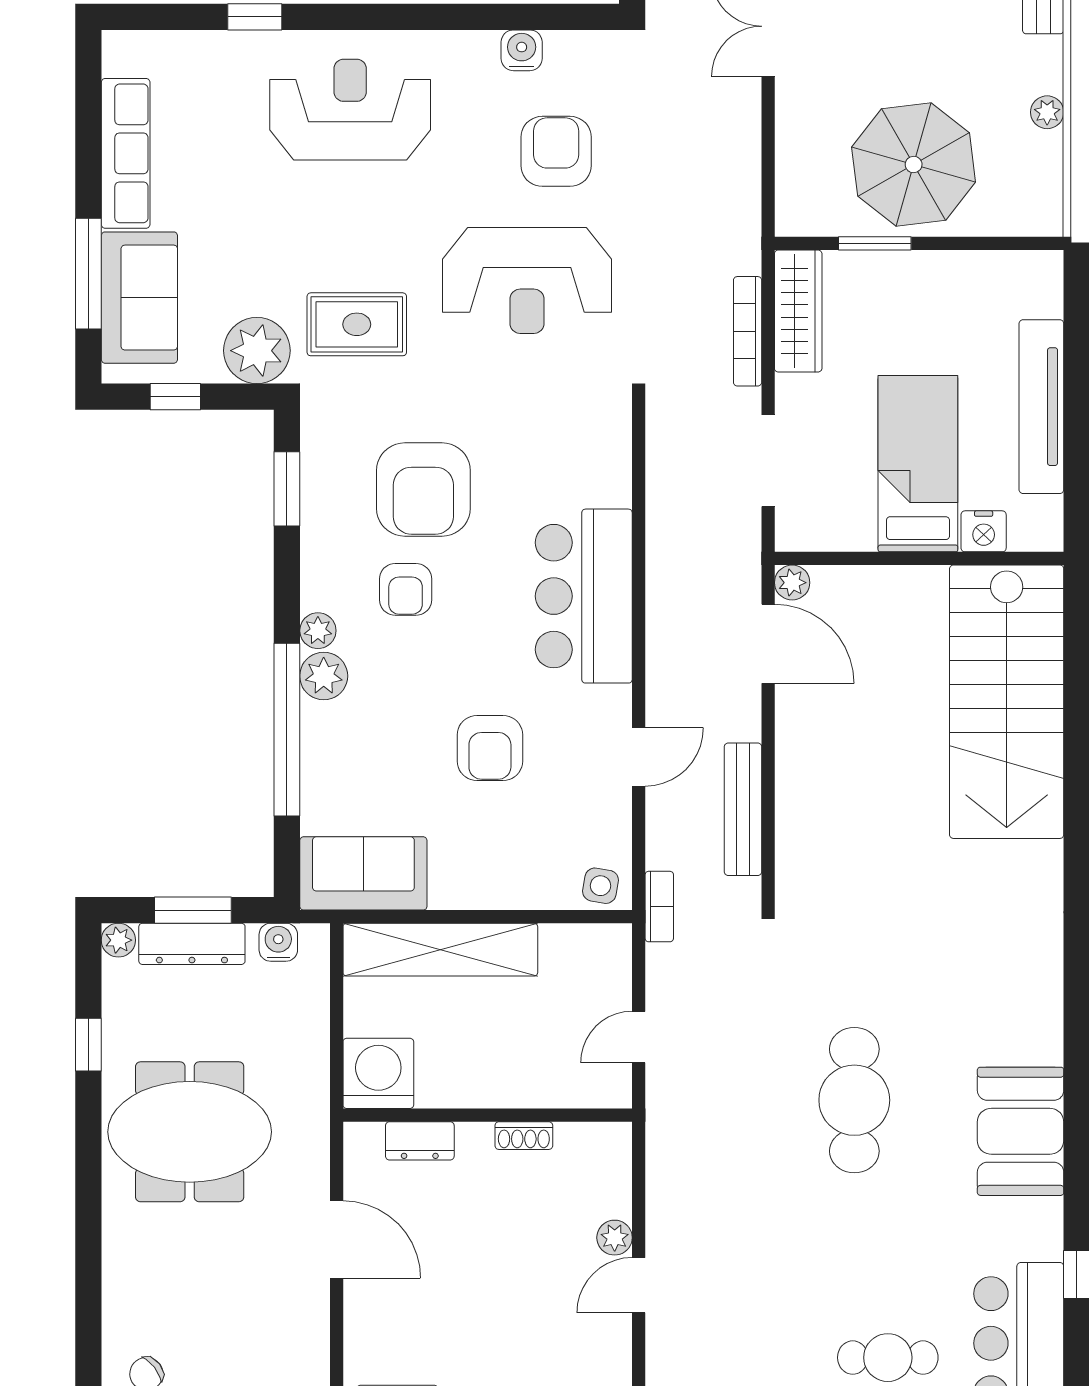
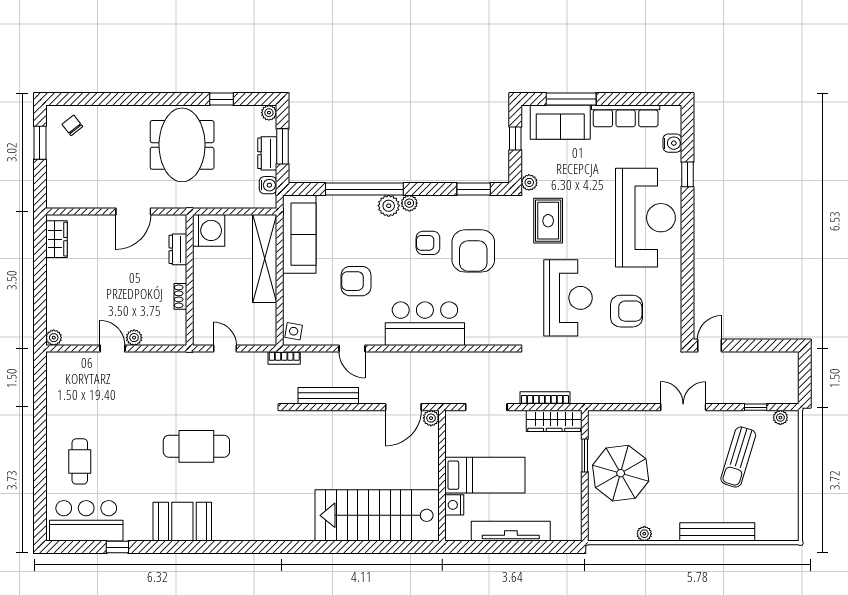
water cooler: (522, 50) -> (672, 143), moved
reception desk: (350, 110) -> (645, 218), width x1.36, depth x1.30
reception desk: (527, 280) -> (568, 298), turned 180
plant: (257, 351) -> (529, 182), width x0.53, depth x0.53
armchair: (423, 489) -> (473, 251), turned -90
sofa: (363, 873) -> (299, 234), width x1.36
dresser: (192, 944) -> (267, 153), width x0.70

